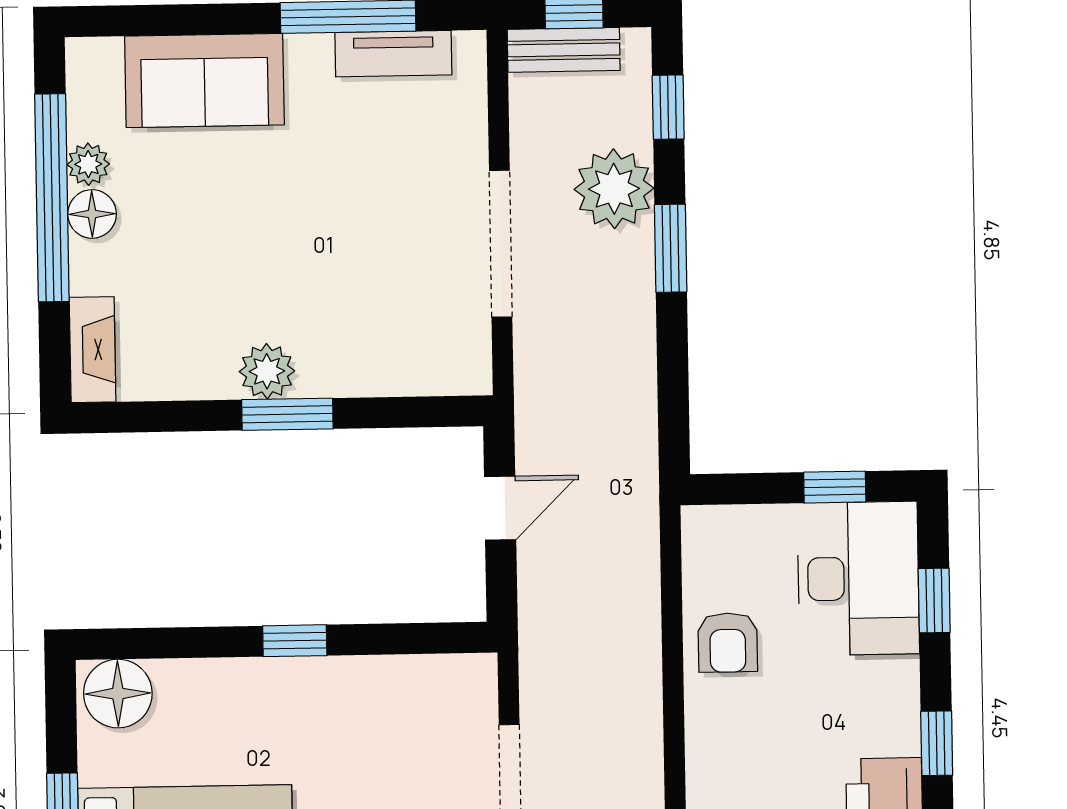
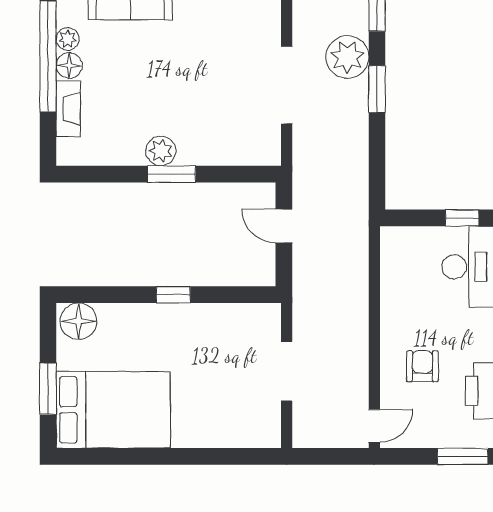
fireplace: (93, 350) -> (68, 109), moved
door: (500, 508) -> (284, 226), swing flipped
armchair: (728, 642) -> (422, 366), moved, turned 180

